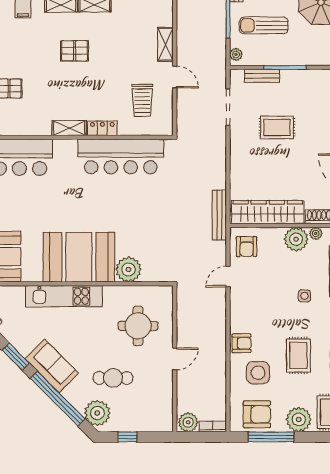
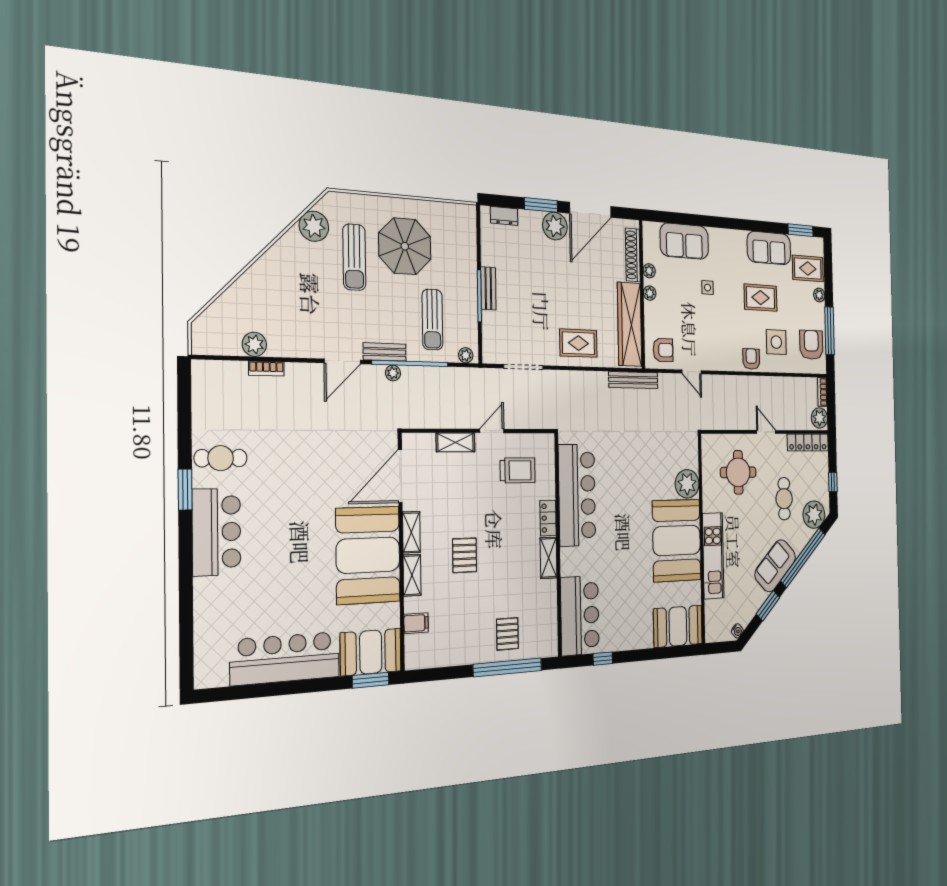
bench: (262, 76) -> (488, 288), moved
rug: (277, 127) -> (578, 343), moved, turned 90
plant: (296, 239) -> (650, 293), width x0.53, depth x0.53
locker: (165, 408) -> (808, 442), added
plant: (299, 419) -> (819, 295), width x0.53, depth x0.53

